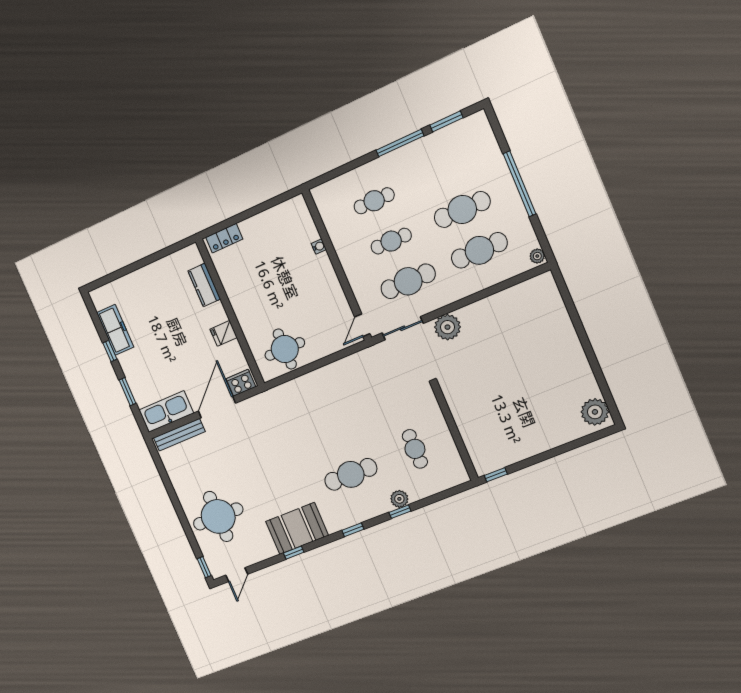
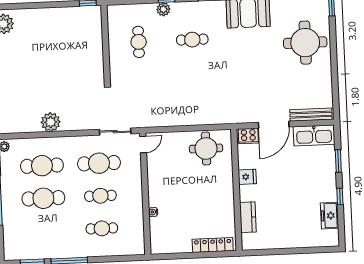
locker: (224, 238) -> (213, 245), width x1.53
plant: (447, 327) -> (51, 122), moved
freezer: (115, 330) -> (330, 216), width x0.71
cafe table: (351, 474) -> (192, 40), width x0.73, depth x0.74

